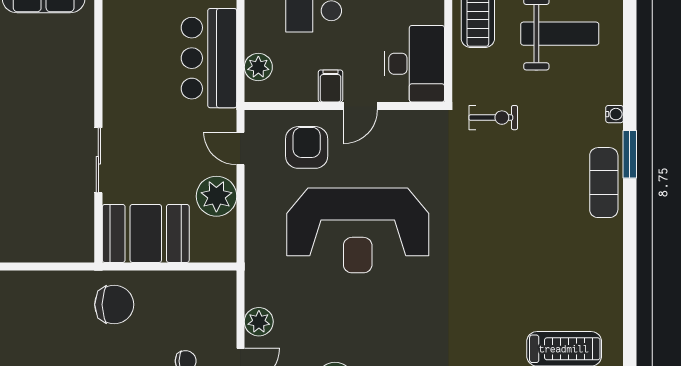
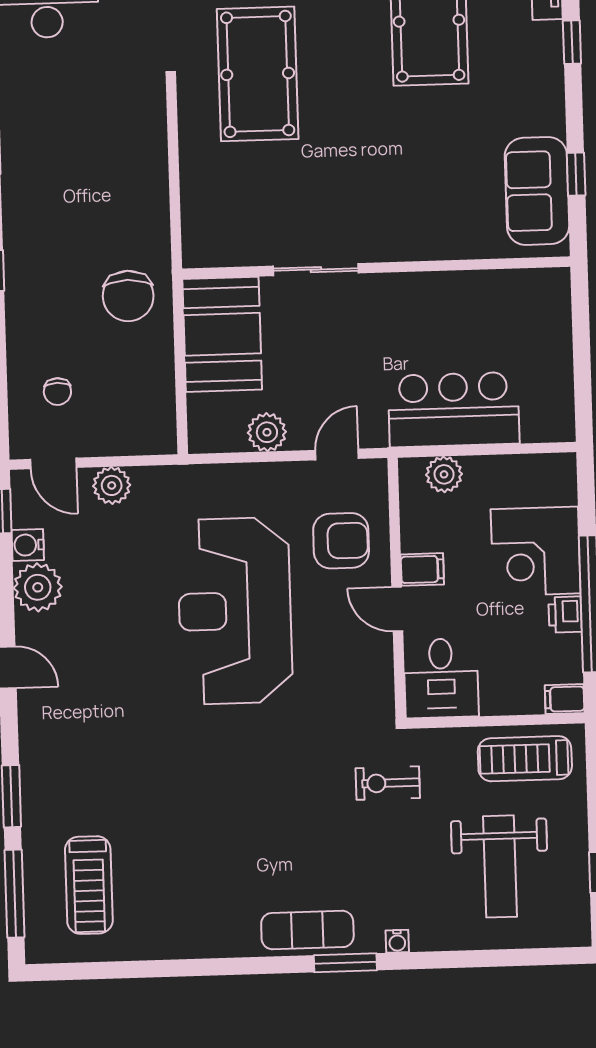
desk: (414, 64) -> (441, 678), width x0.73
exercise bike: (493, 118) -> (388, 783), turned 90
plant: (216, 196) -> (267, 432), width x0.73, depth x0.73

